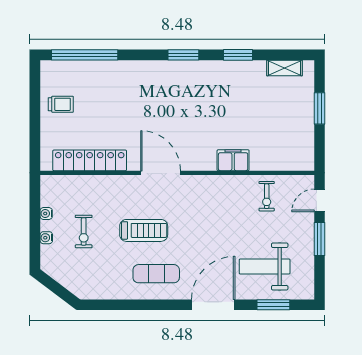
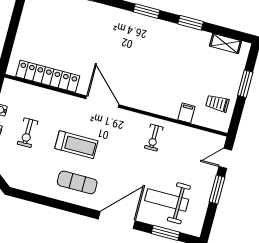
trolley: (61, 104) -> (217, 103), moved, turned 180
filing cabinet: (233, 160) -> (186, 113), moved, width x0.50
exercise bike: (267, 196) -> (154, 138), moved

